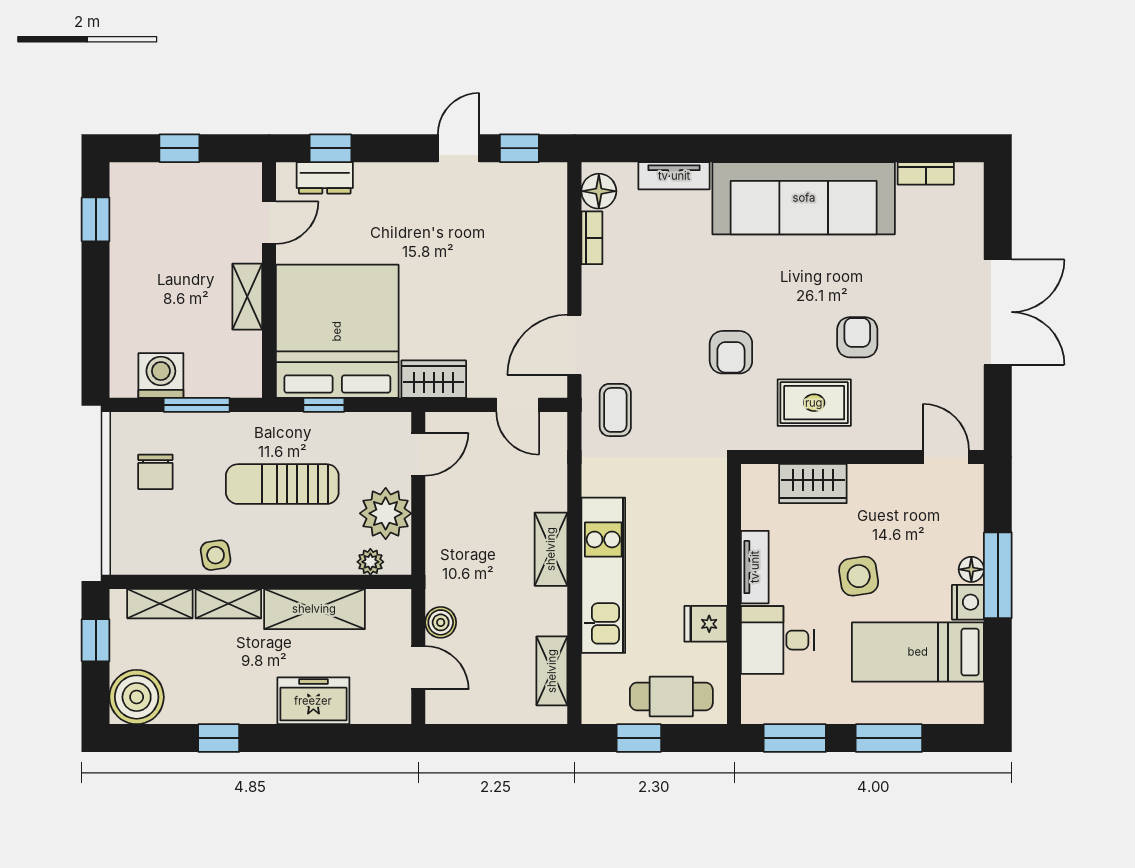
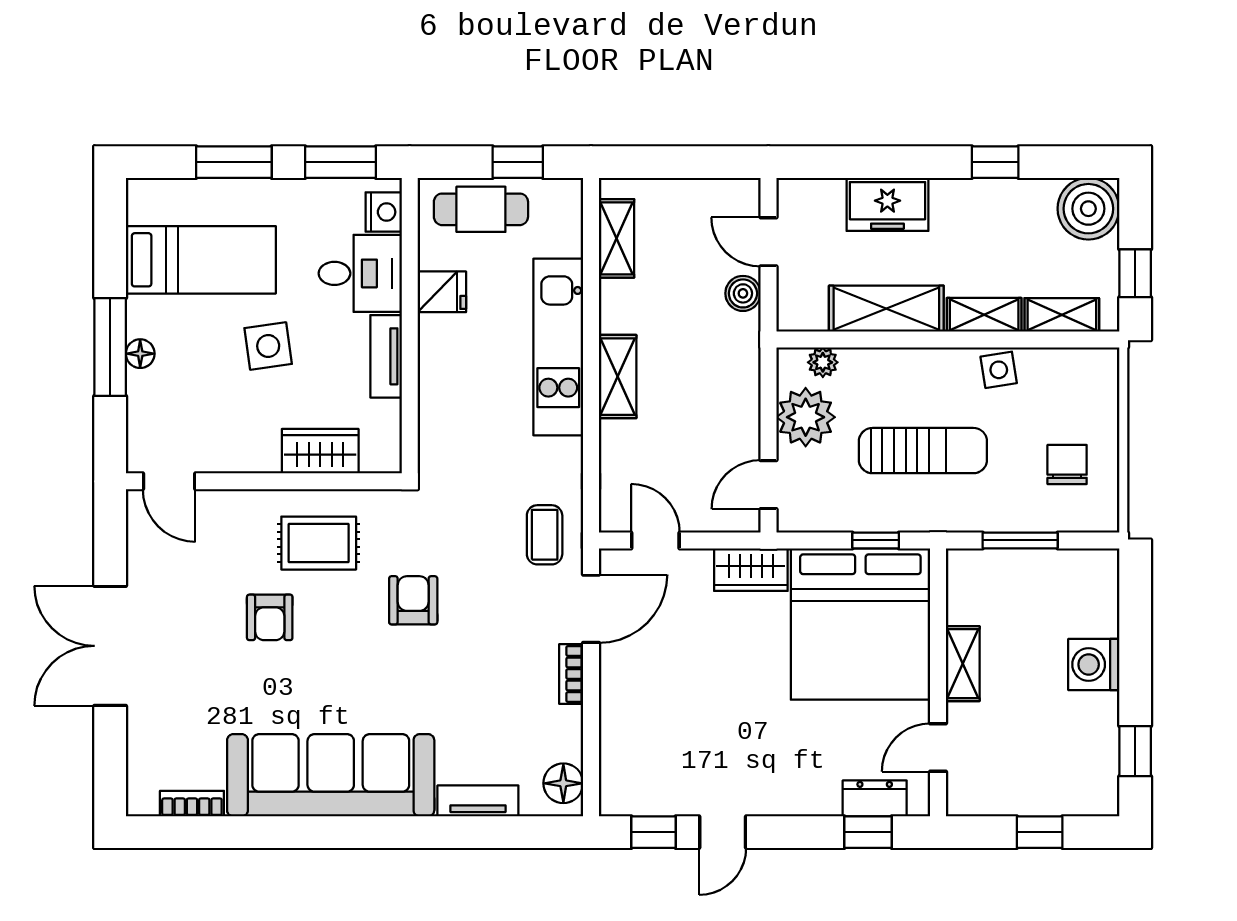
bookcase: (592, 238) -> (571, 674), moved
washing machine: (161, 376) -> (1094, 664), moved, turned 90
nightstand: (968, 602) -> (384, 212), moved, turned 180

